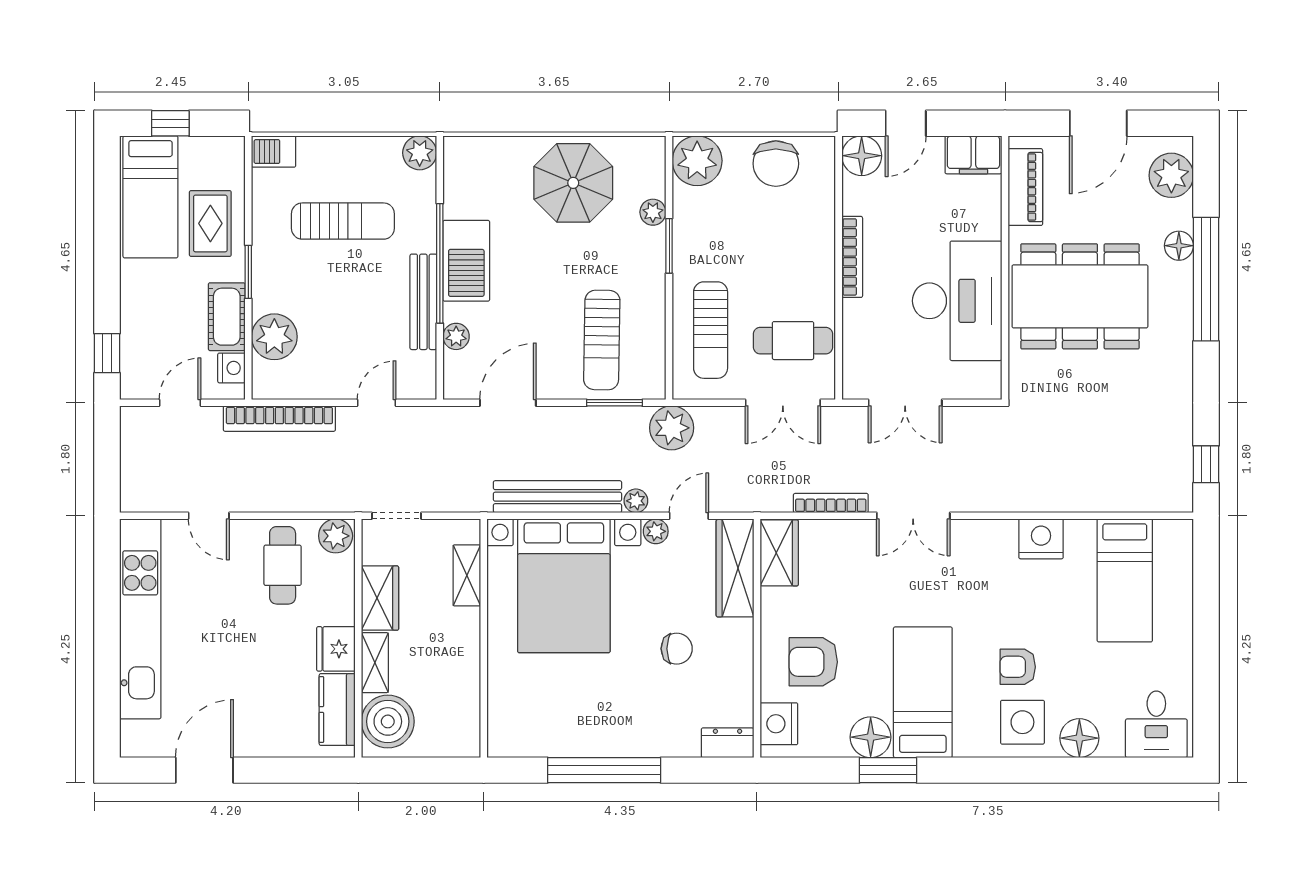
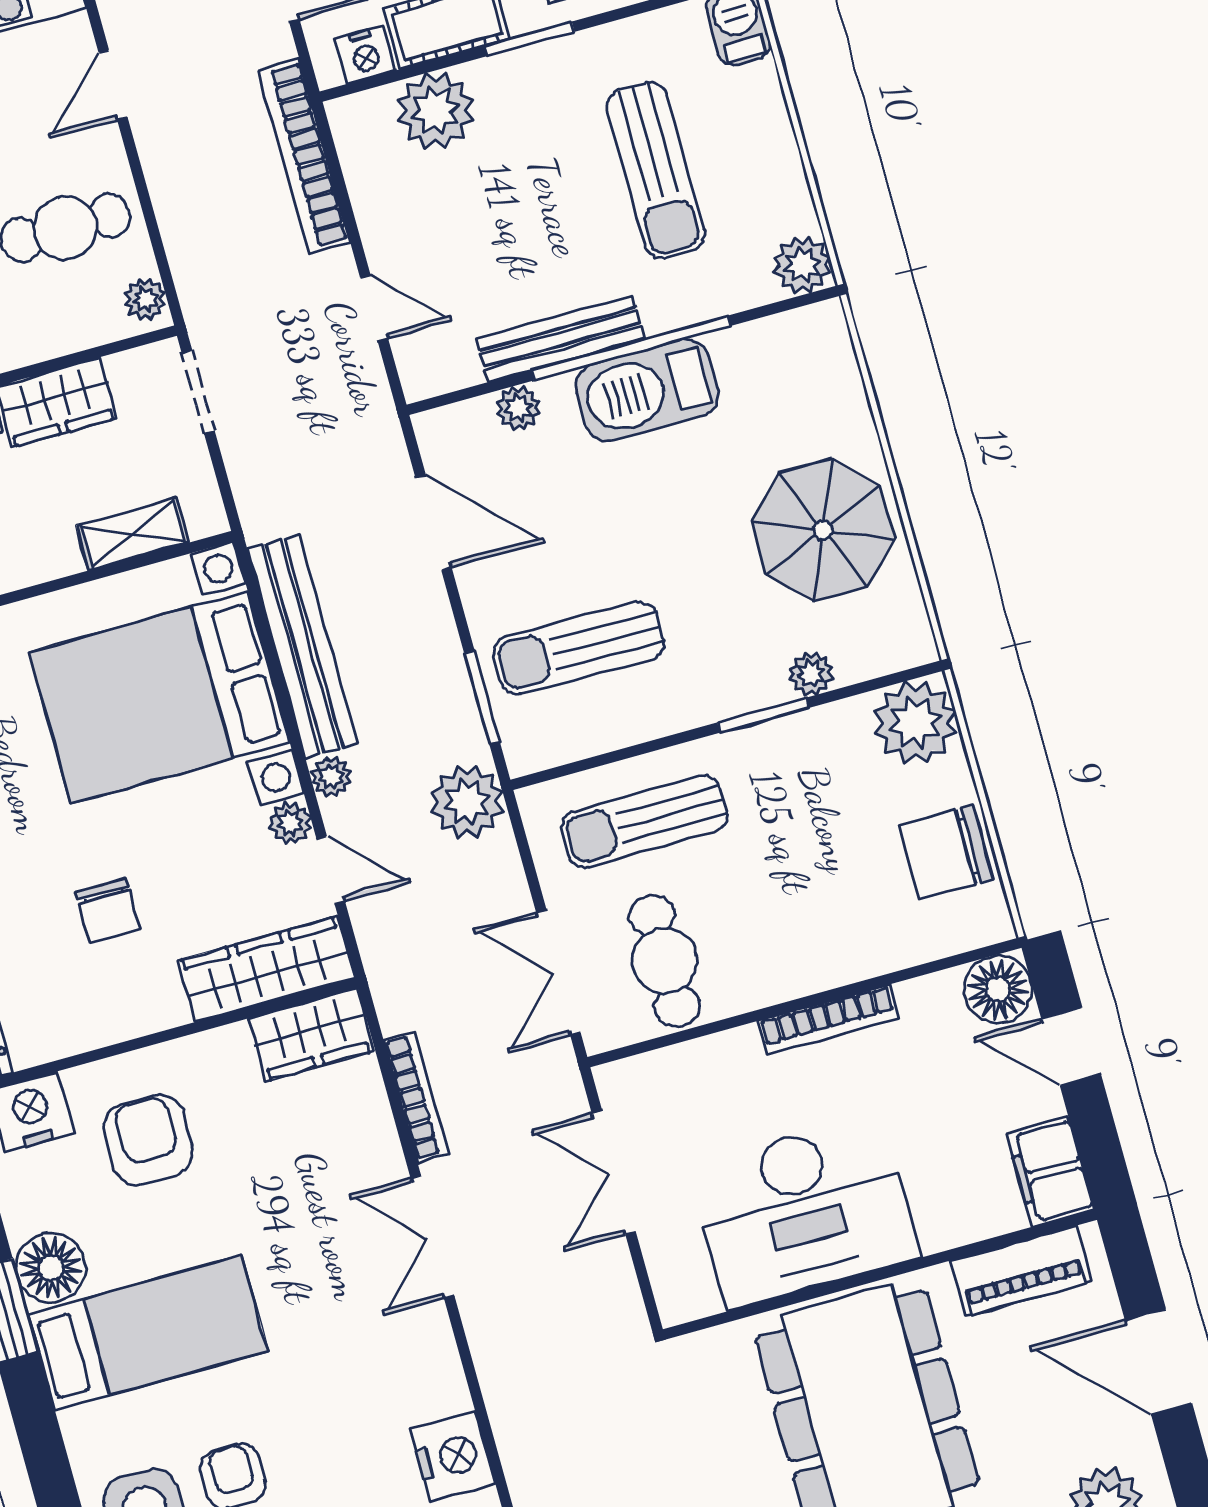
plant: (336, 536) -> (145, 299), width x0.73, depth x0.73

